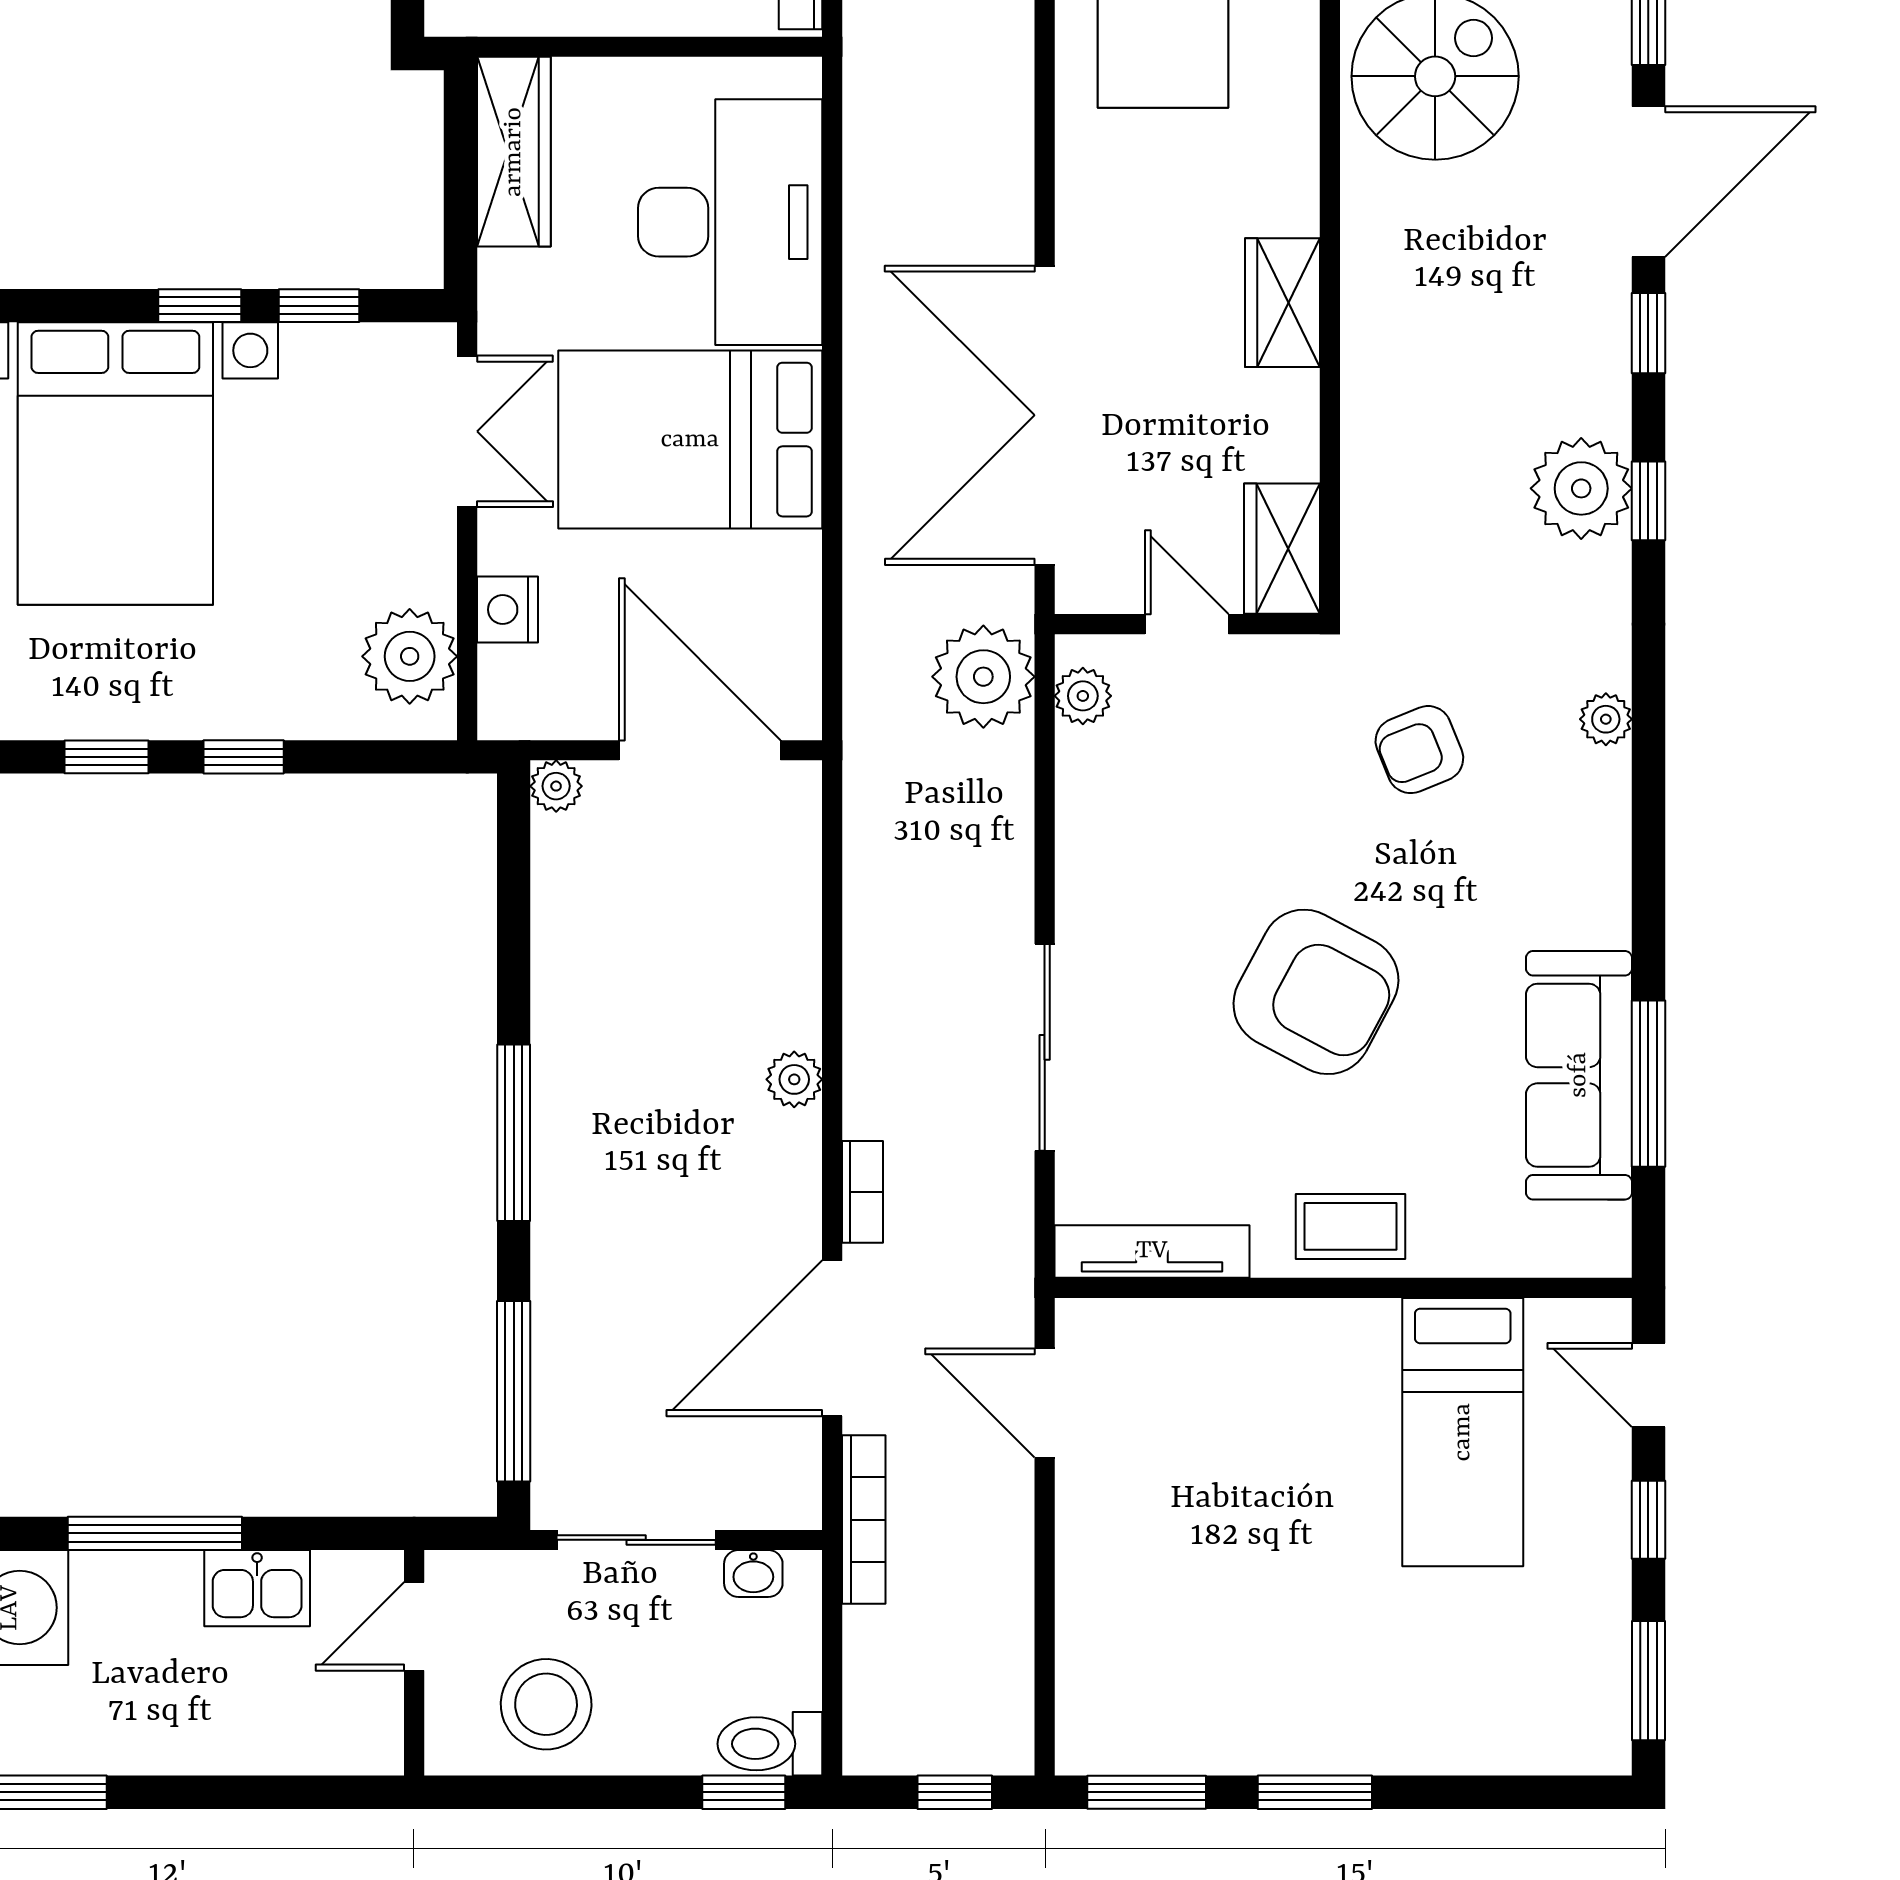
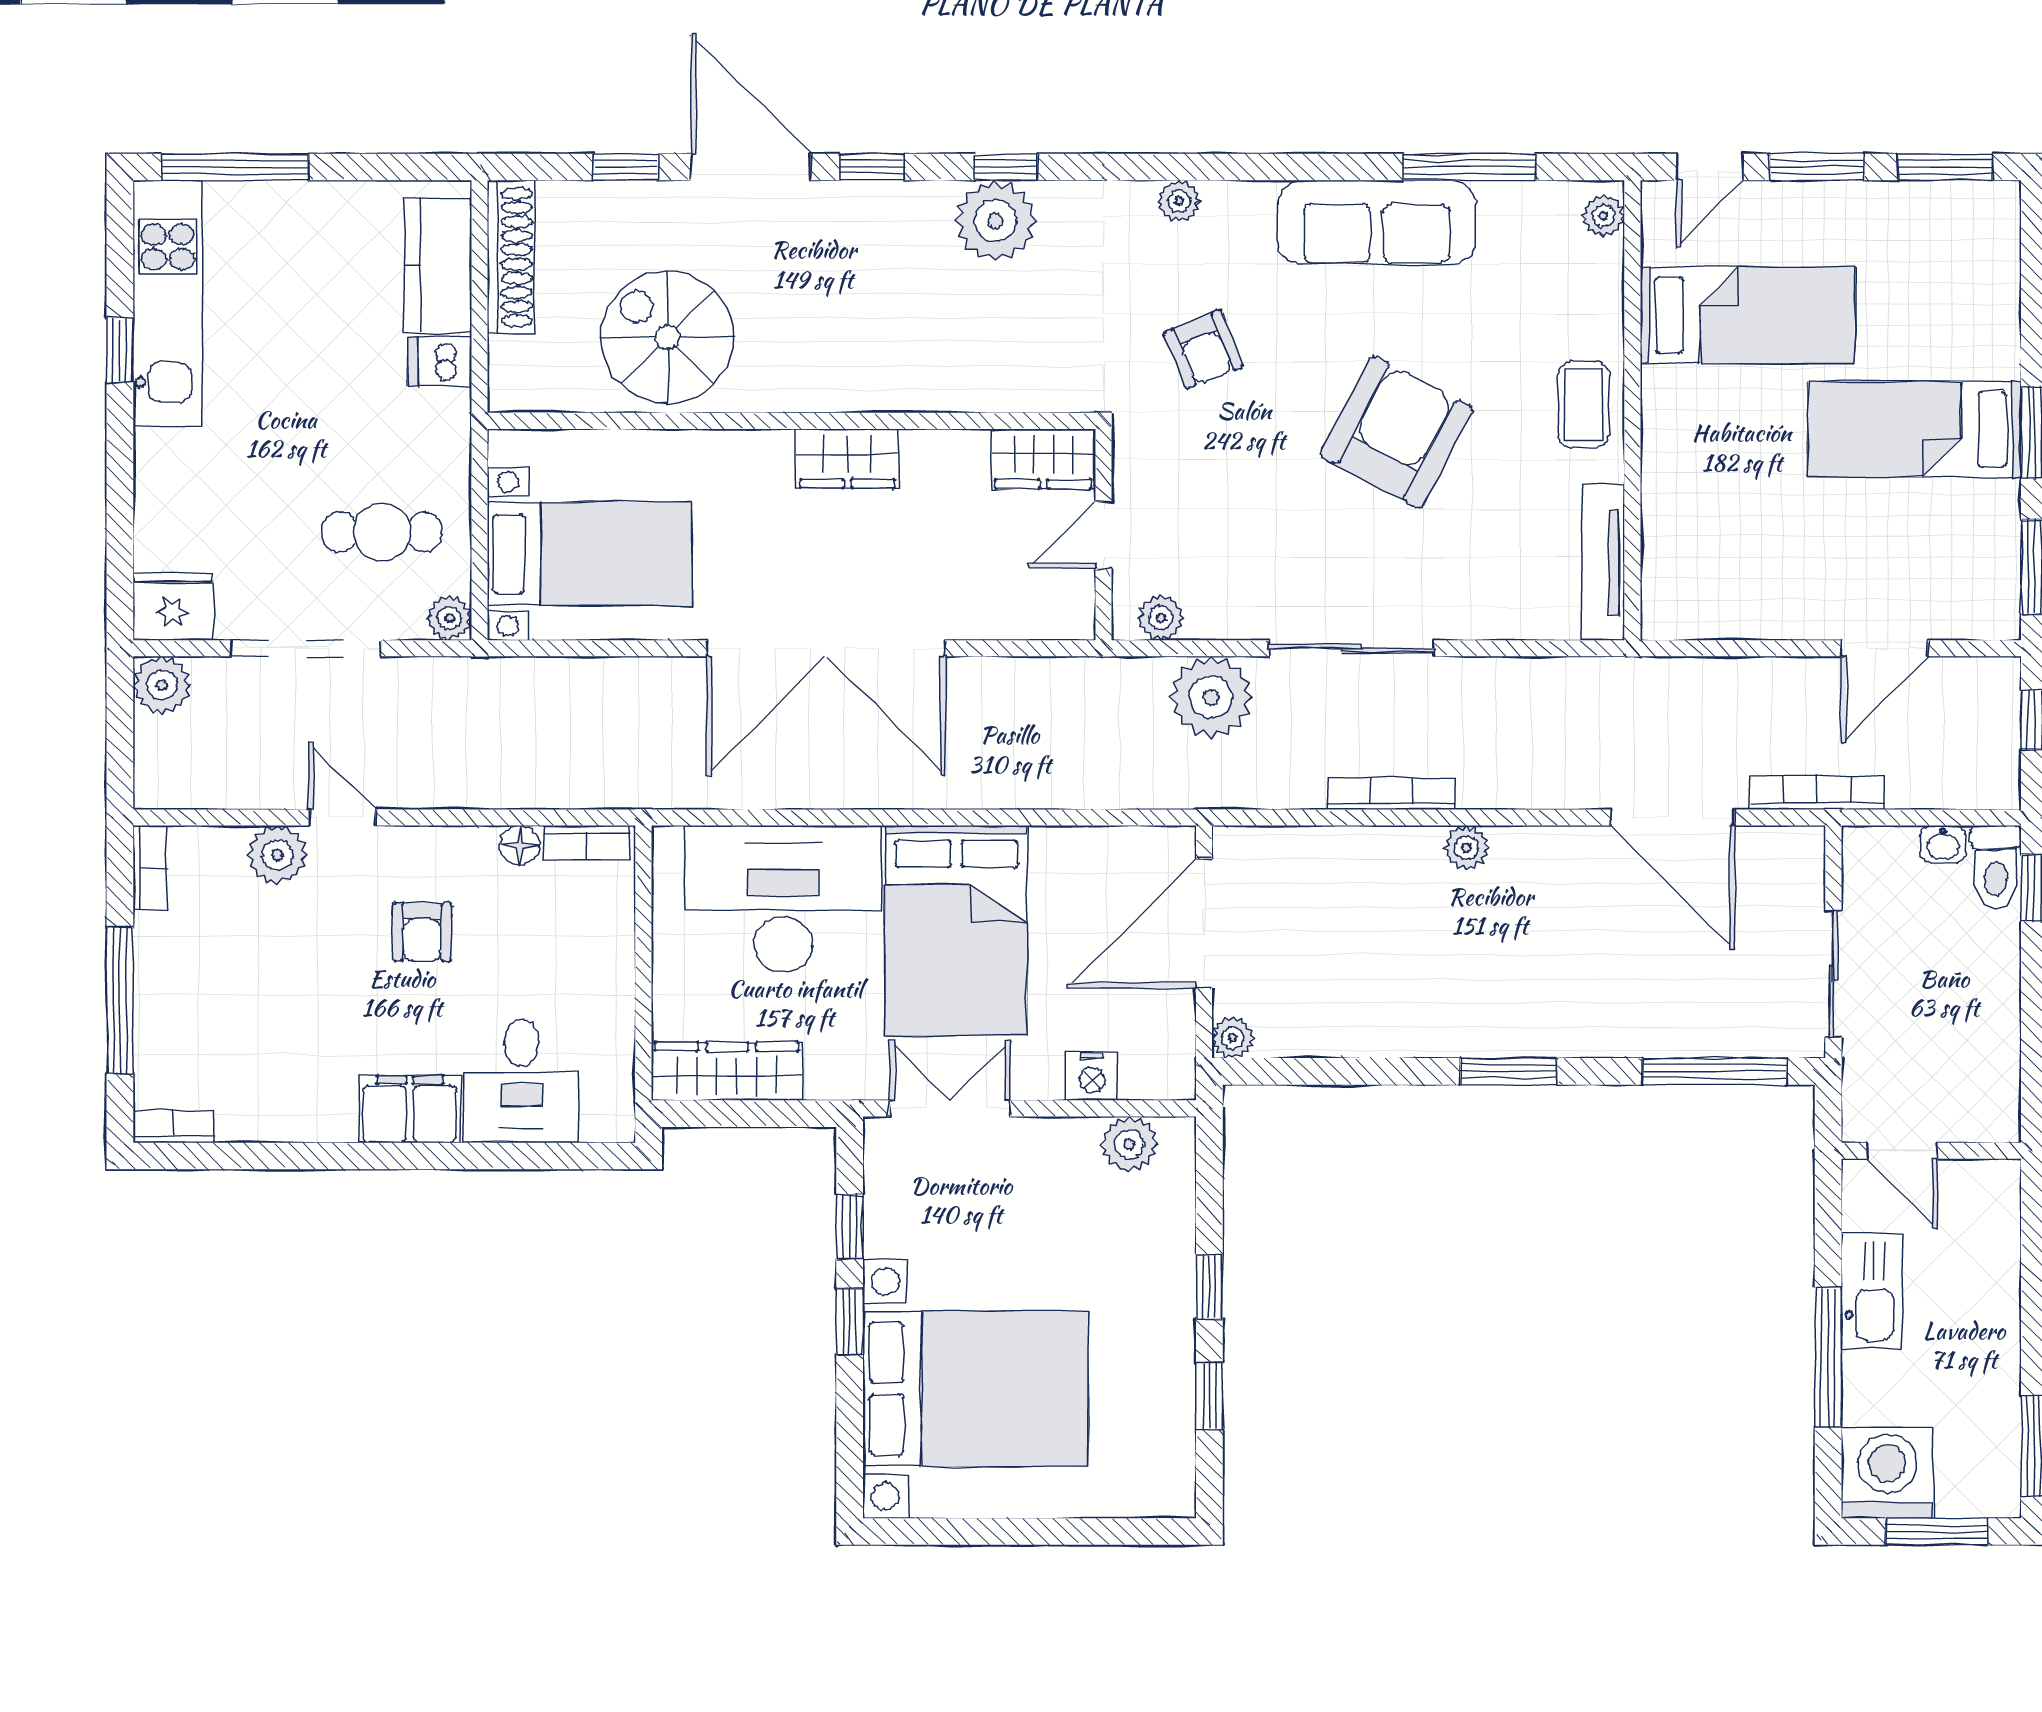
double door: (1045, 415) -> (826, 648), moved
plant: (410, 656) -> (1129, 1144), width x0.73, depth x0.73
plant: (983, 677) -> (1211, 697), moved
sliding door: (1045, 1047) -> (1352, 648), moved
sofa: (1579, 1075) -> (1377, 222), moved
window: (514, 1133) -> (1509, 1071), width x0.69
bookcase: (862, 1192) -> (1391, 793), moved, width x1.56
plant: (1587, 1252) -> (1603, 216), added
door: (1045, 1403) -> (1884, 648), moved
window: (1648, 1520) -> (1817, 167), width x1.50
washbasin: (753, 1574) -> (1943, 844), moved, turned 90
kitchen sink: (257, 1588) -> (1872, 1292), width x1.38
bed: (1319, 1642) -> (1914, 429), added
stool: (546, 1704) -> (1964, 1046), removed

